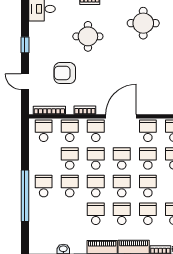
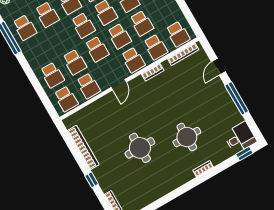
round table: (143, 23) -> (140, 148), moved
window: (25, 45) -> (237, 98), width x2.17
armchair: (65, 73) -> (188, 94), removed
door: (25, 82) -> (218, 67), swing flipped
door: (121, 116) -> (119, 85), width x0.53
school desk: (148, 186) -> (61, 38), removed

